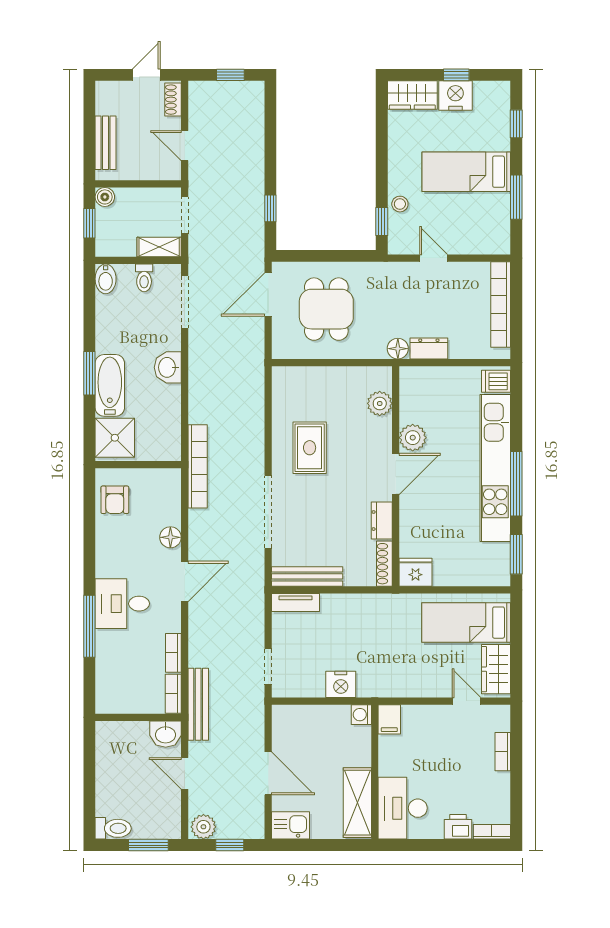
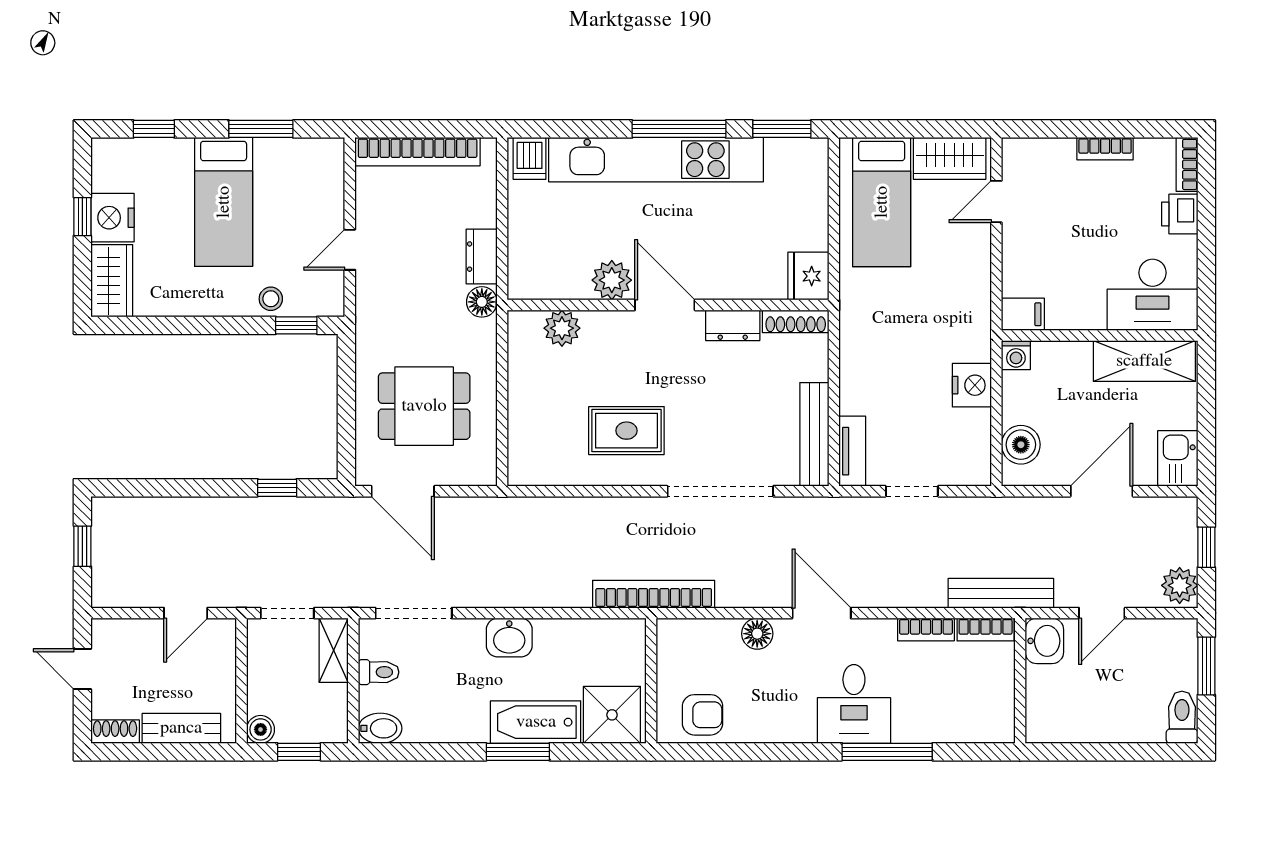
shoe rack: (173, 100) -> (115, 732), moved, turned 180
doorway: (268, 667) -> (912, 491), moved
boiler: (300, 718) -> (1021, 445), added
bookcase: (503, 752) -> (1105, 149), moved

